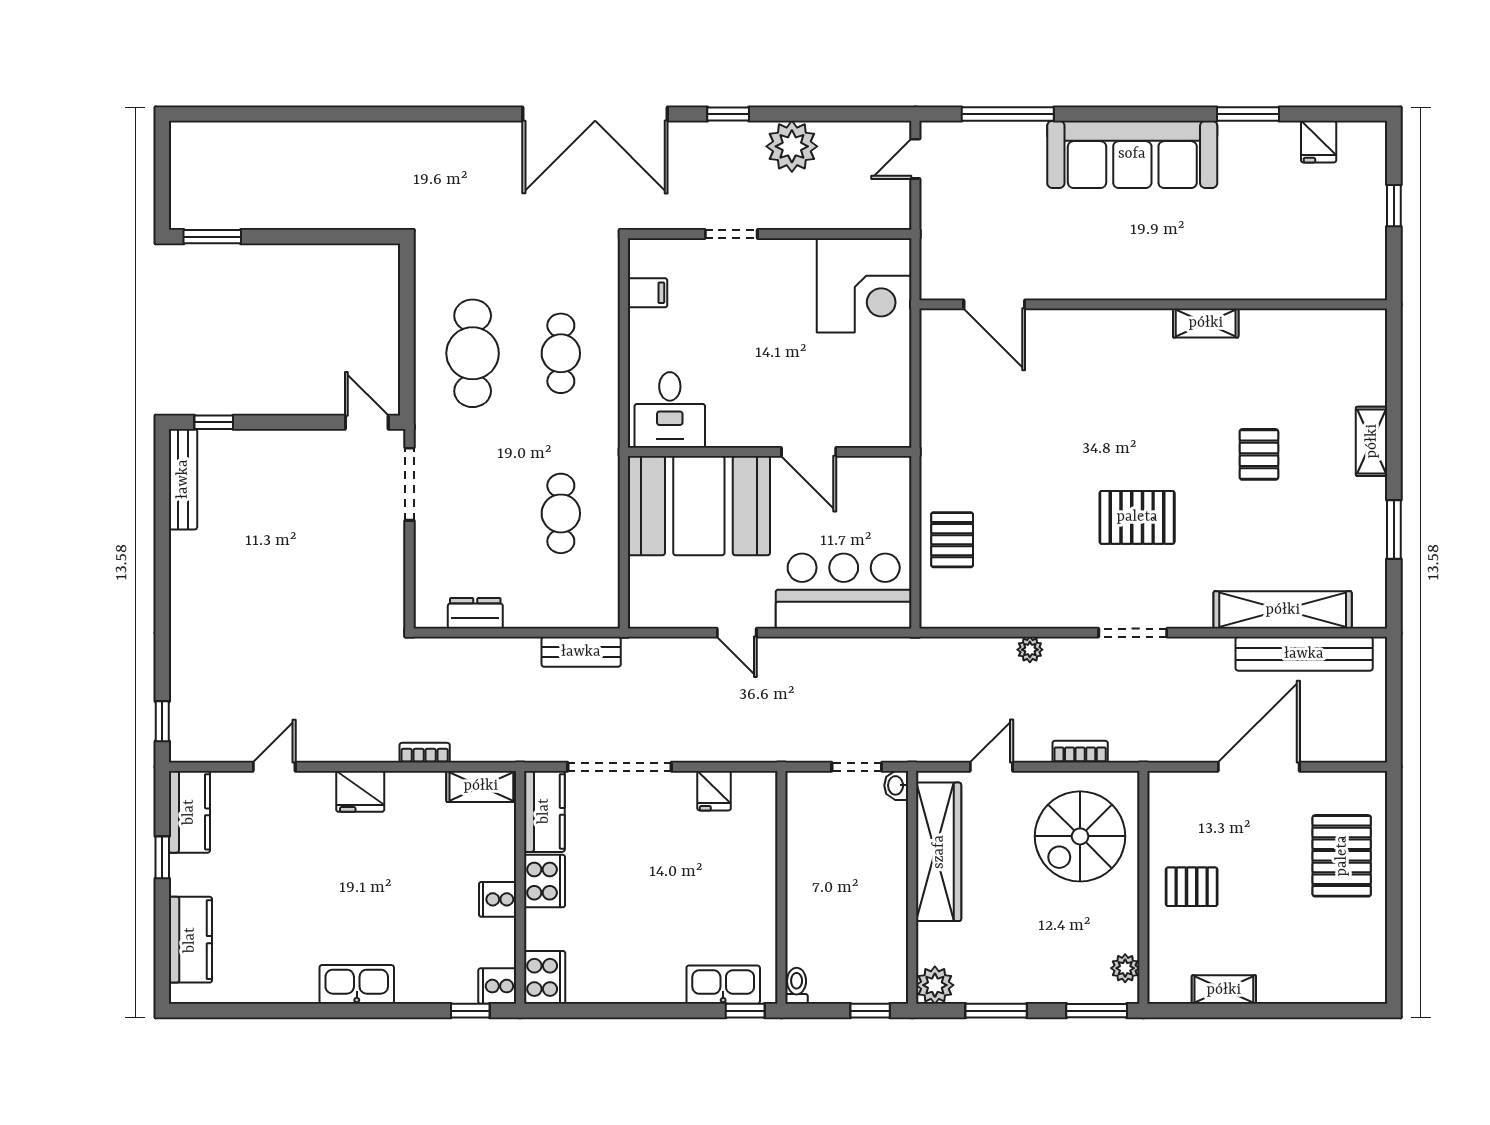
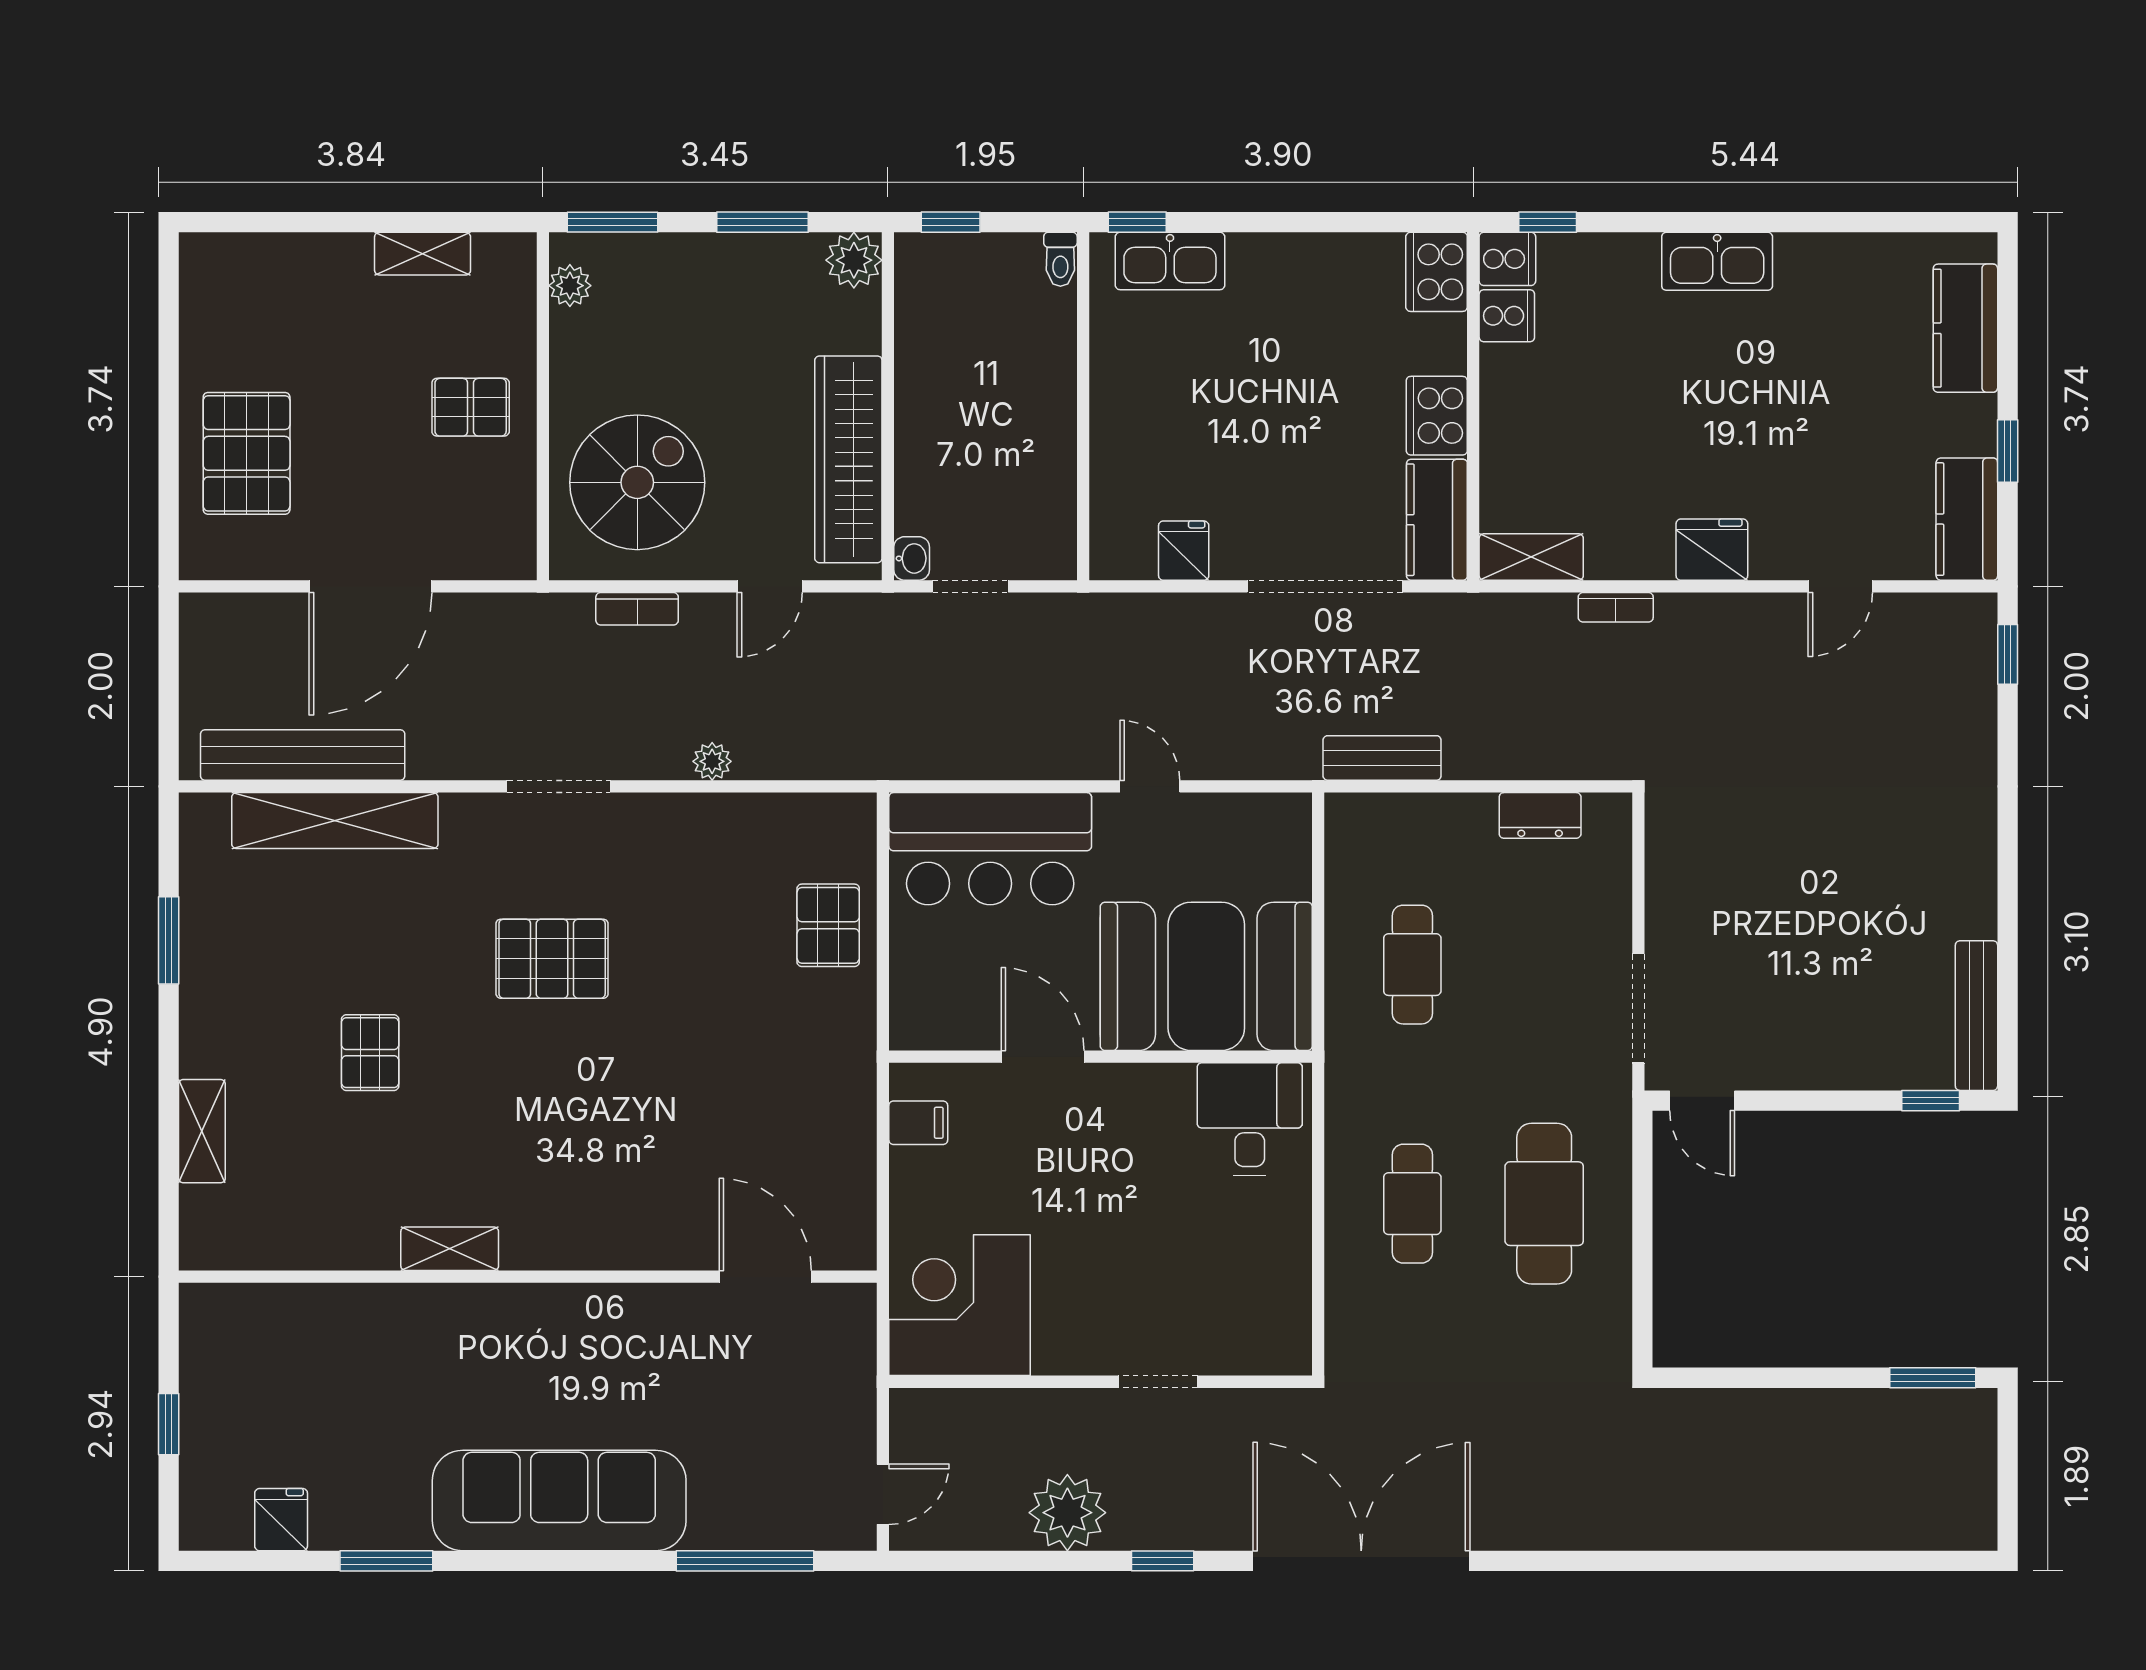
filing cabinet: (648, 293) -> (918, 1123), moved, turned 180
shelving: (1372, 441) -> (202, 1131), moved
cooker: (498, 899) -> (1507, 316), moved

